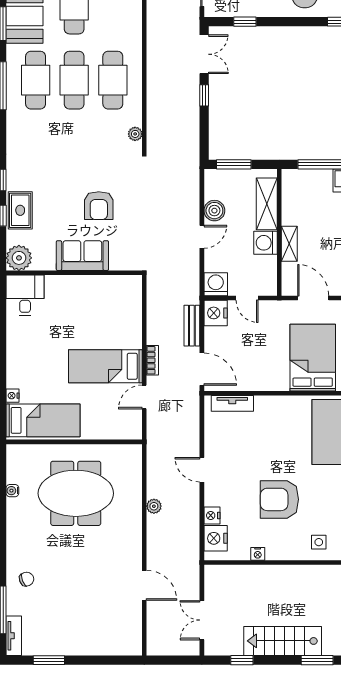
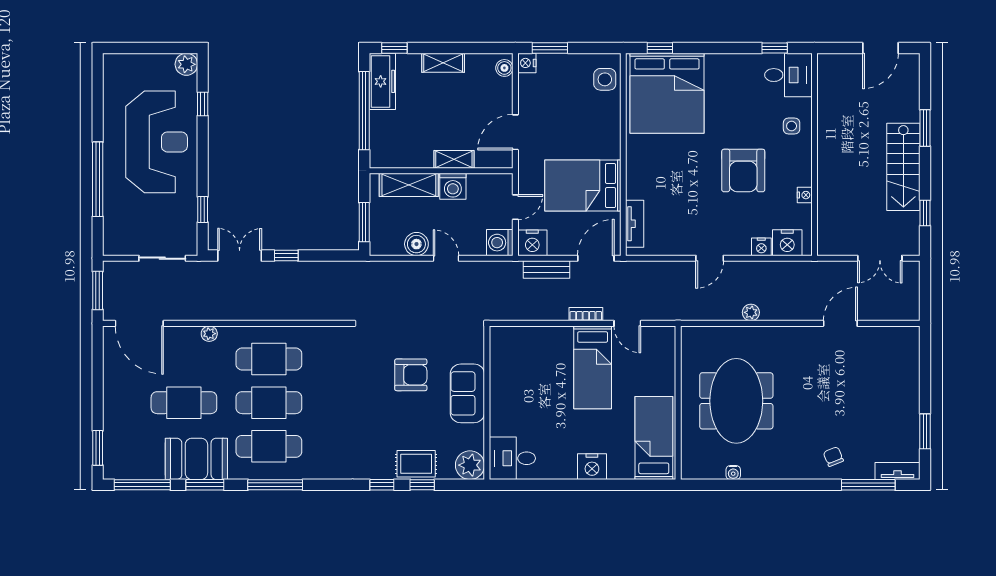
plant: (135, 134) -> (209, 334), moved
bed: (313, 358) -> (583, 186), moved
nightstand: (13, 396) -> (592, 467), moved, width x1.89, depth x1.79

